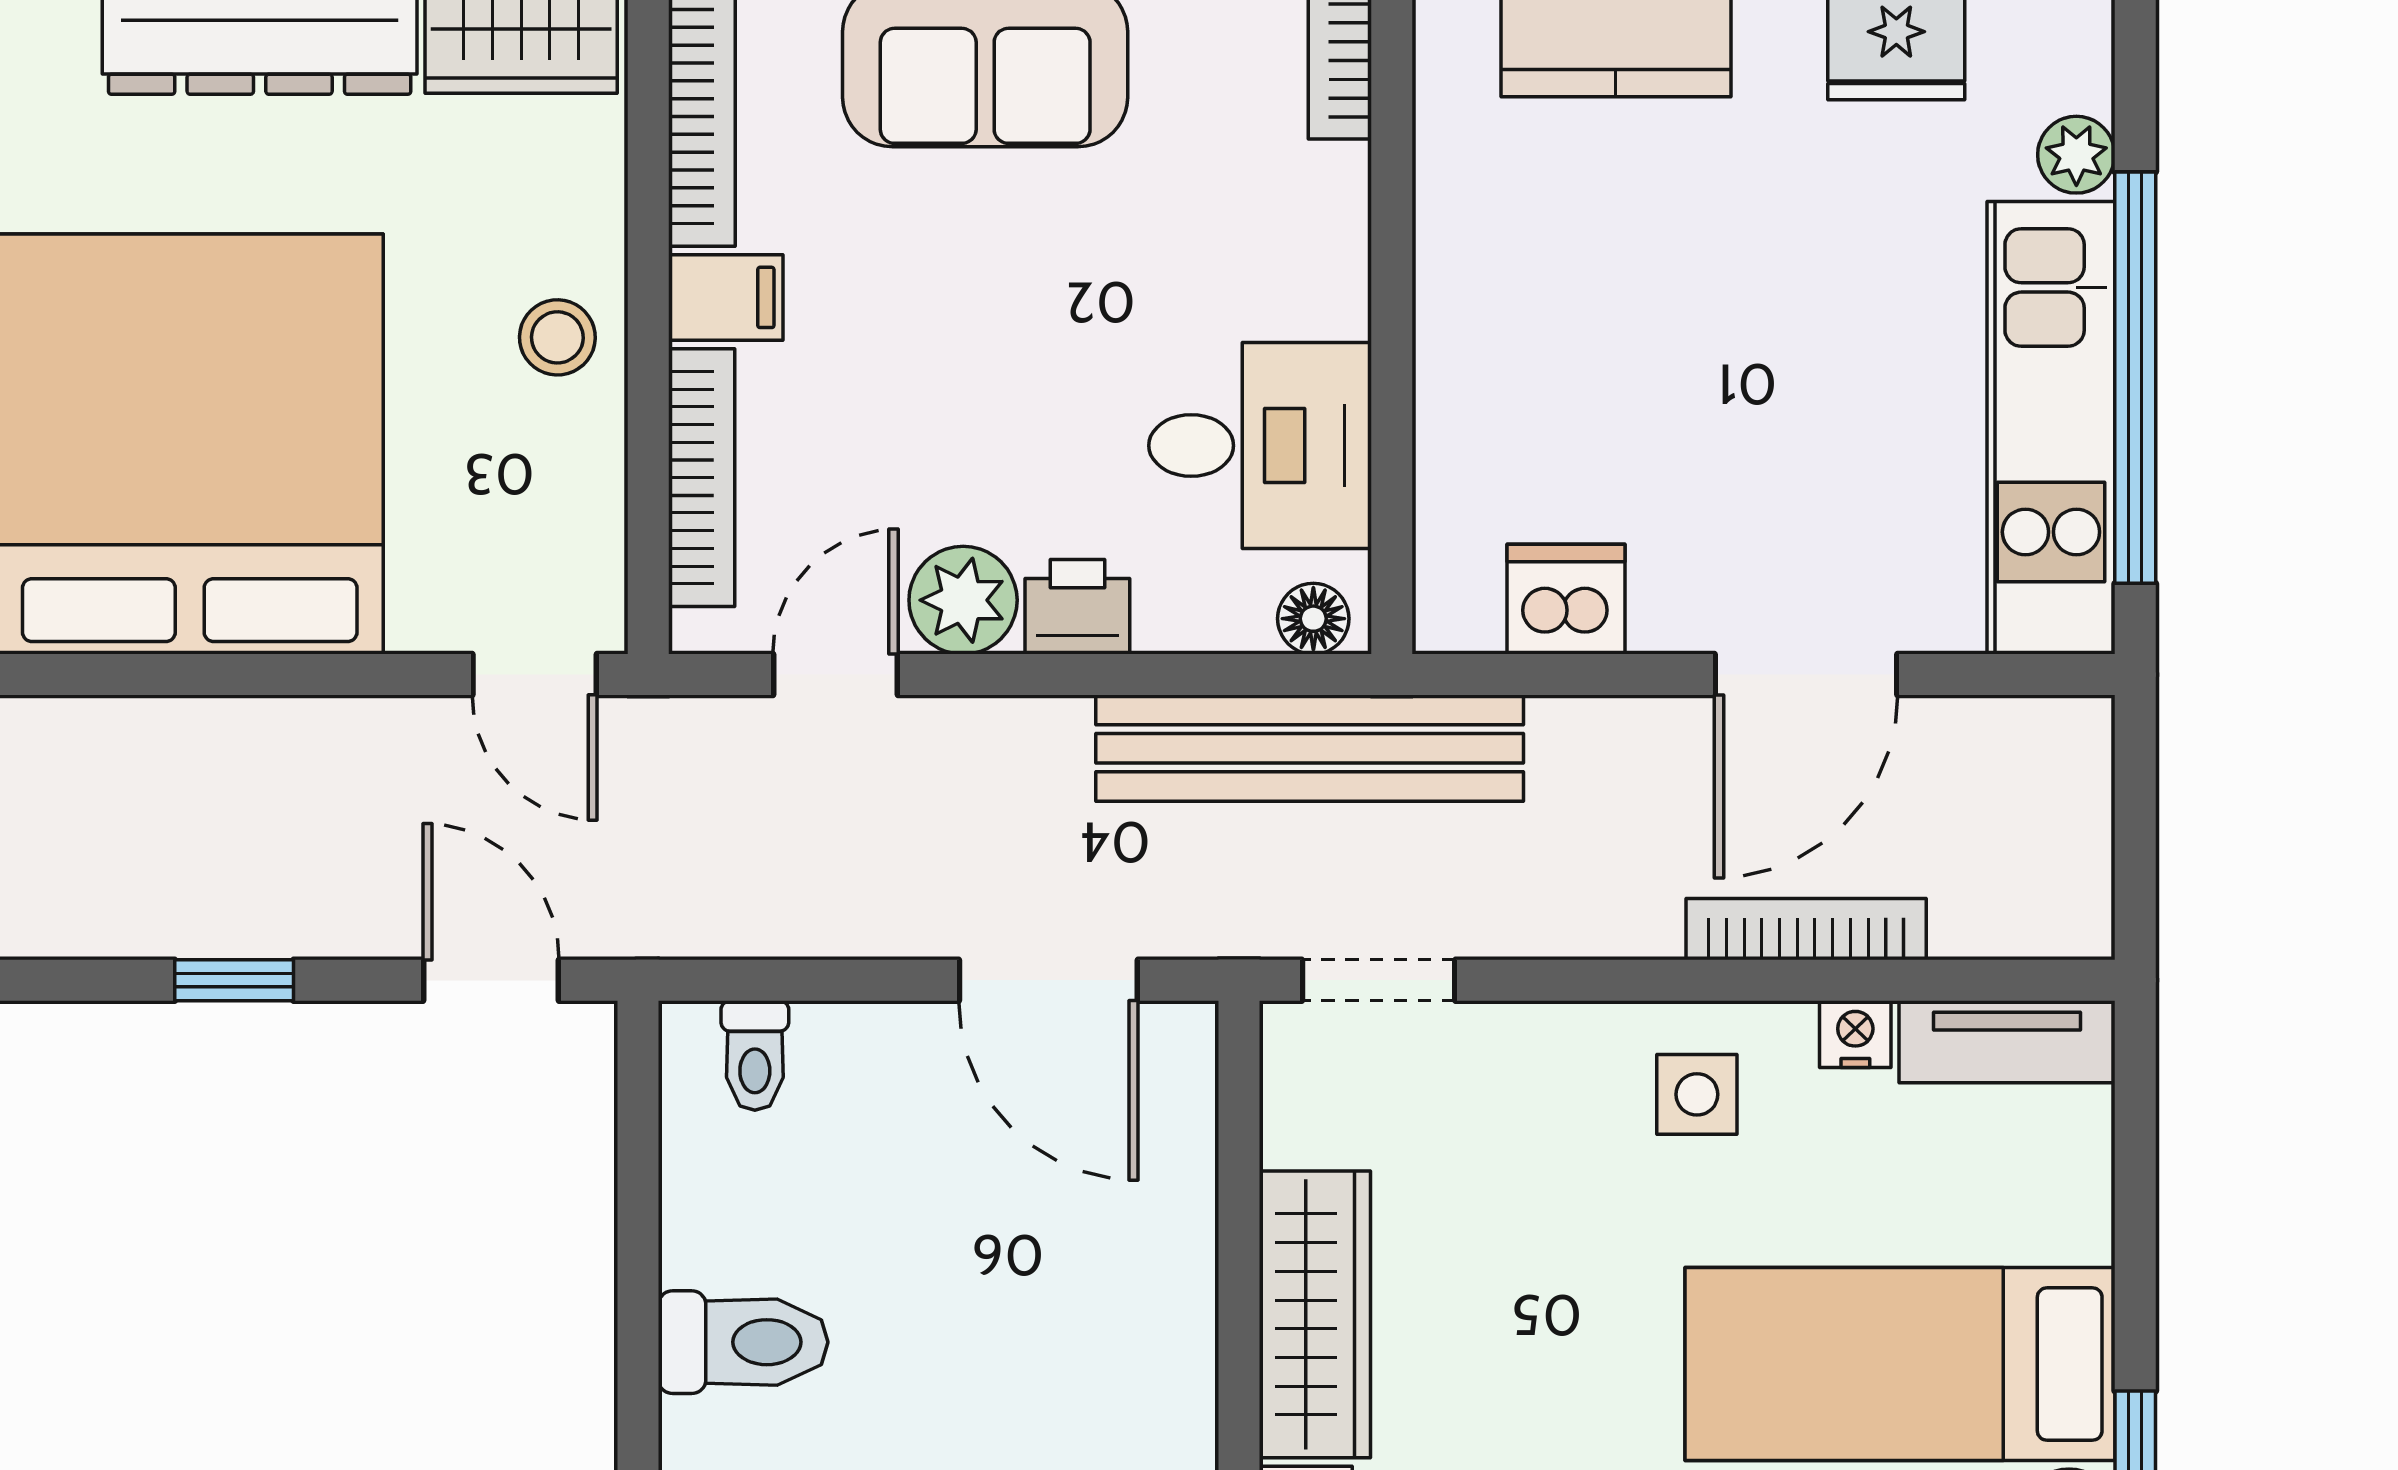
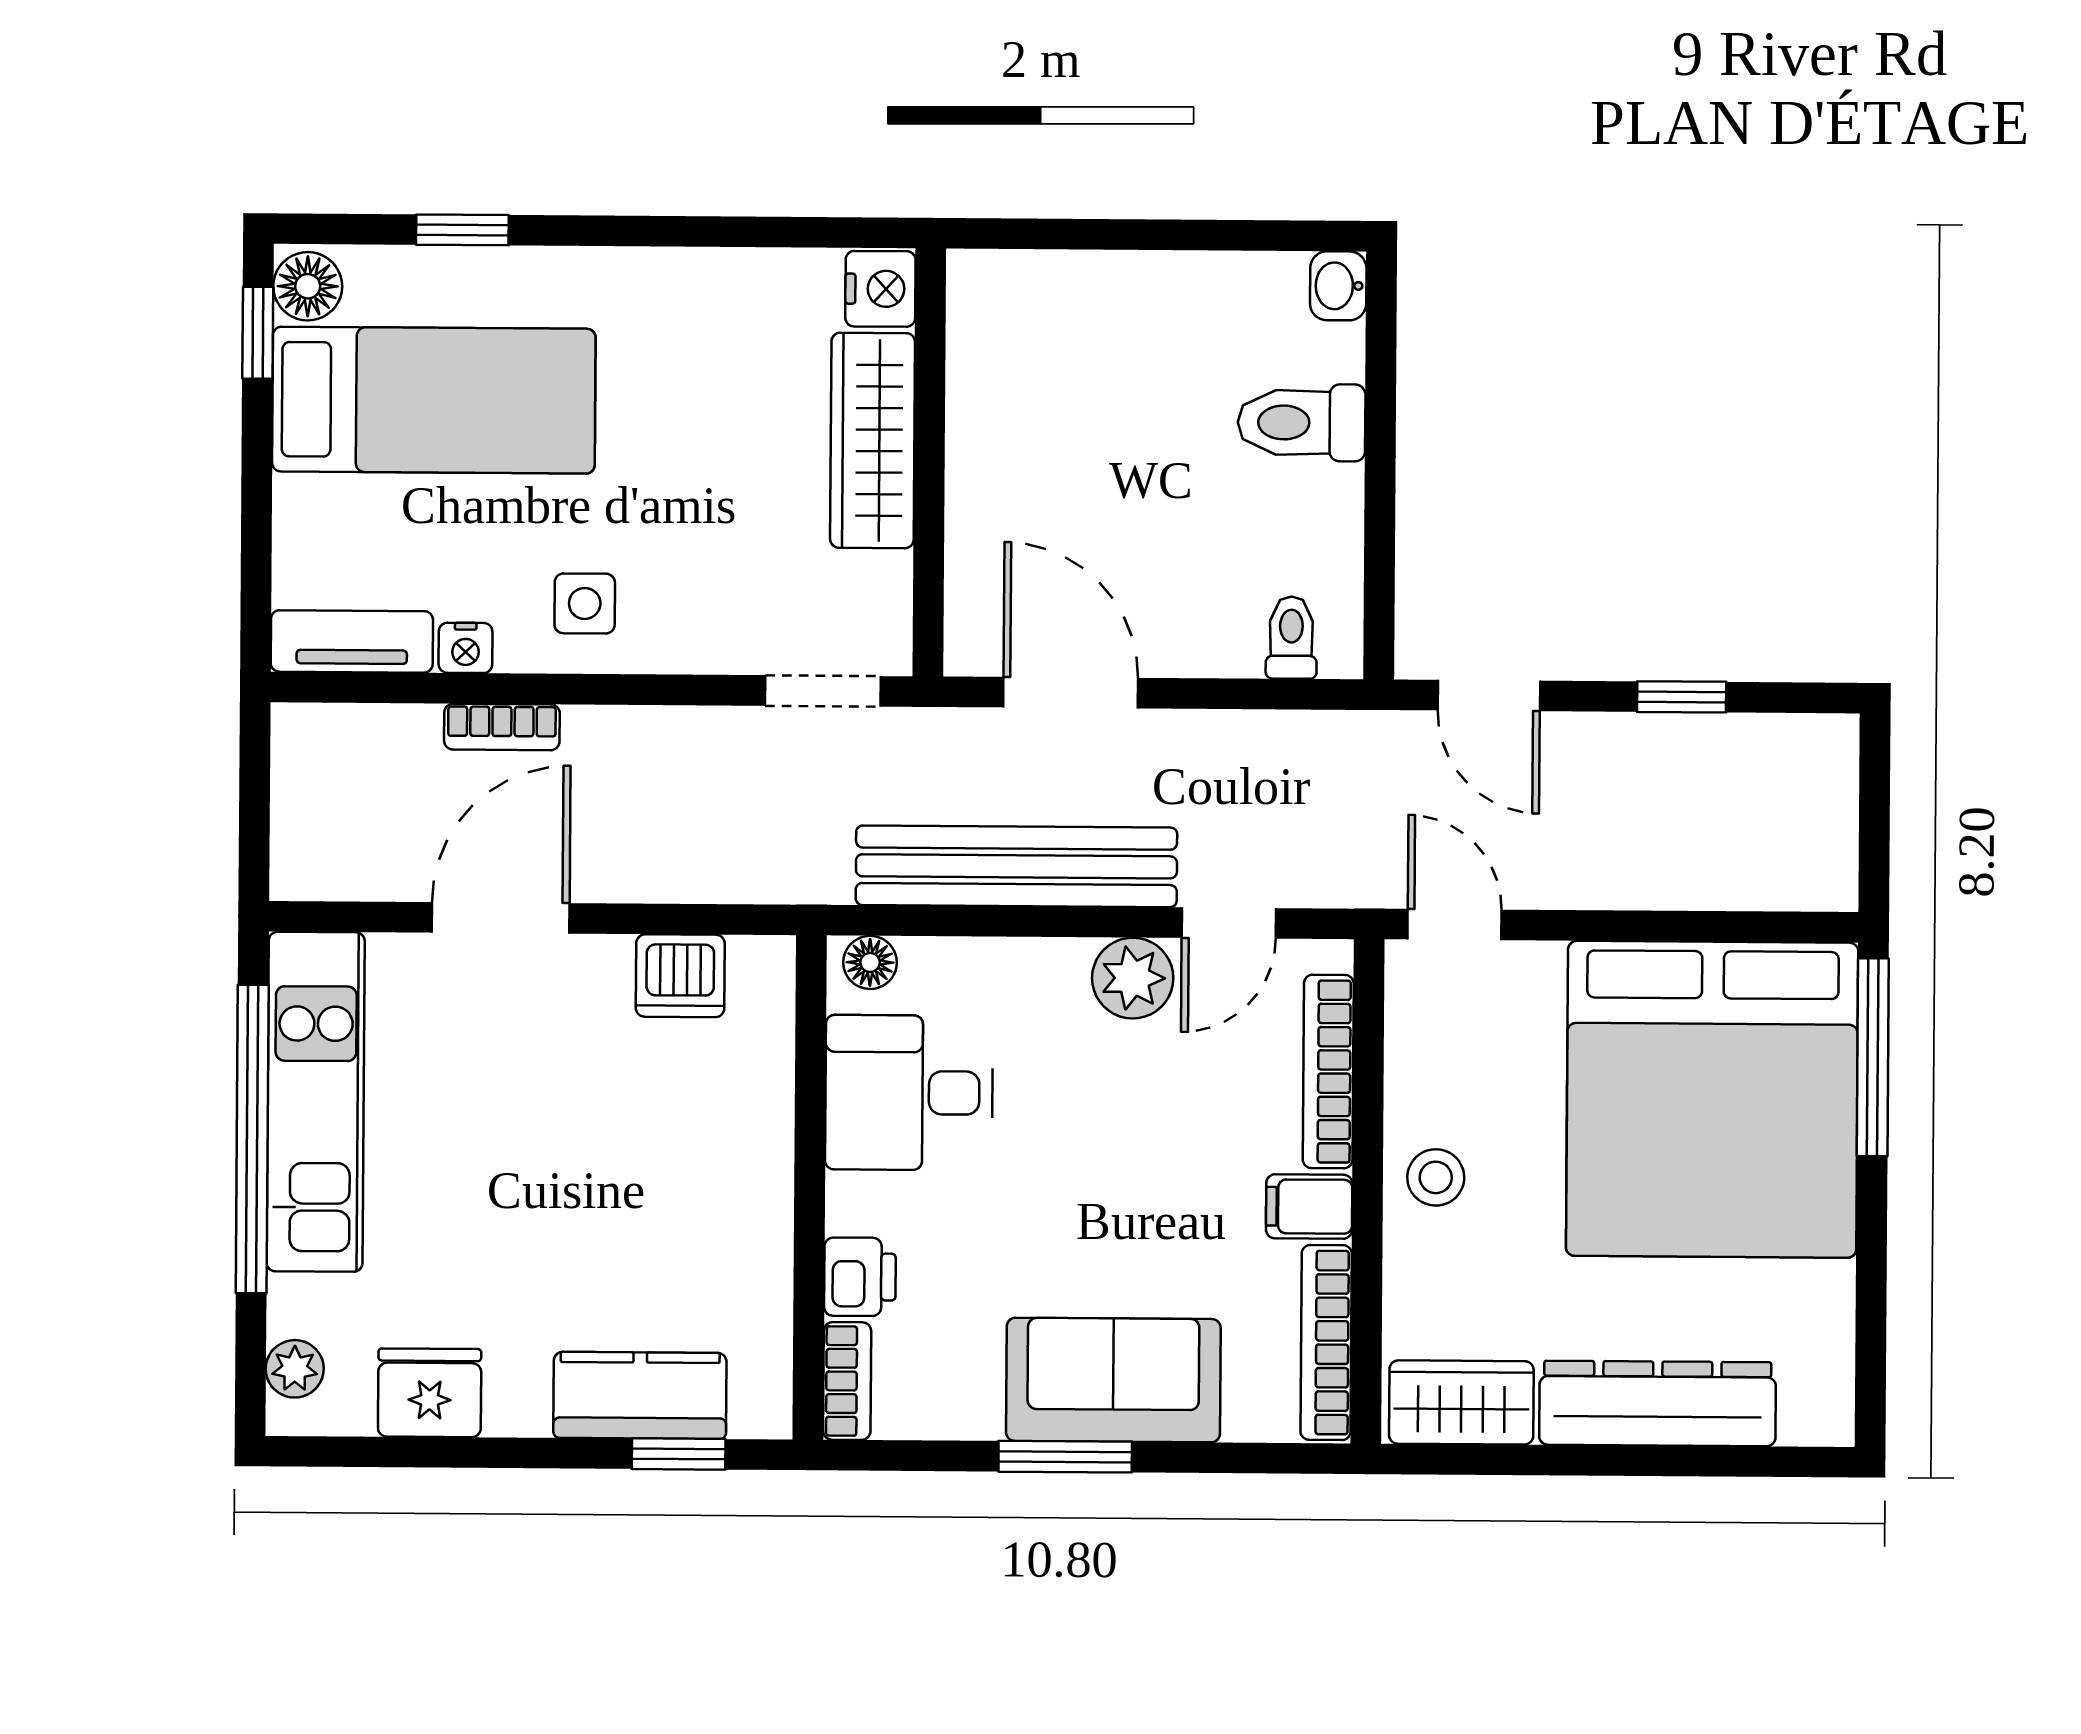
plant: (2076, 155) -> (295, 1369), moved
printer: (1077, 607) -> (860, 1277), moved, turned -90
bench: (1310, 748) -> (1016, 866), moved
bookcase: (1806, 929) -> (502, 727), width x0.64

